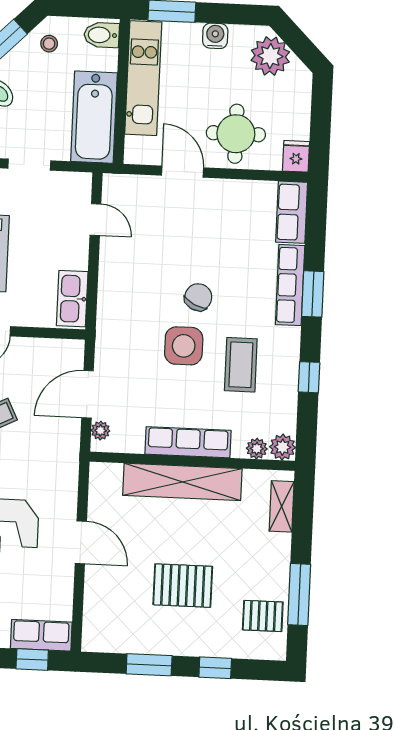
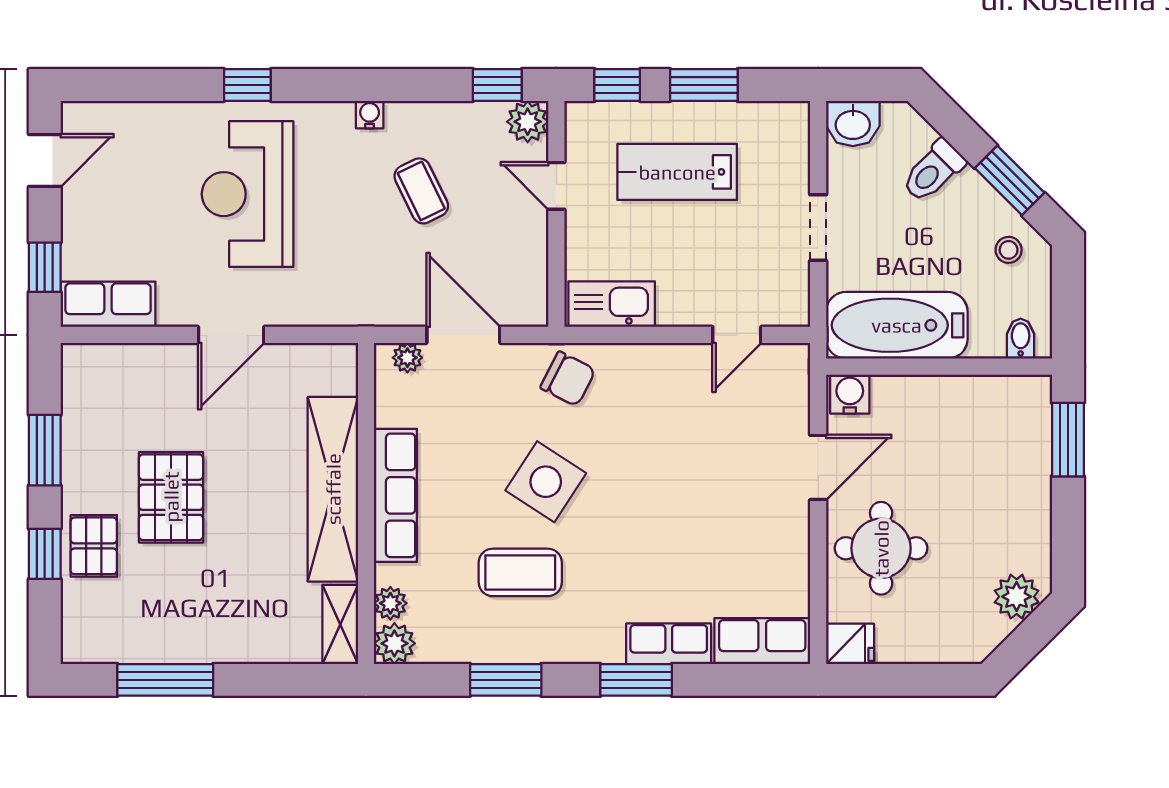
bidet: (102, 35) -> (1021, 339), width x0.72, depth x0.74
water cooler: (215, 36) -> (850, 394), moved, turned -90
plant: (270, 56) -> (1017, 597), width x0.73, depth x0.73
kitchen unit: (143, 78) -> (961, 400), removed
row of seats: (290, 285) -> (669, 644), width x0.68
chair: (198, 297) -> (568, 379), moved
side table: (184, 346) -> (546, 482), turned 33
window: (309, 377) -> (506, 680), width x1.50
shelving: (282, 506) -> (340, 624), moved, turned 90
pallet: (263, 616) -> (94, 546), moved
row of seats: (41, 635) -> (108, 304), moved, turned -90

